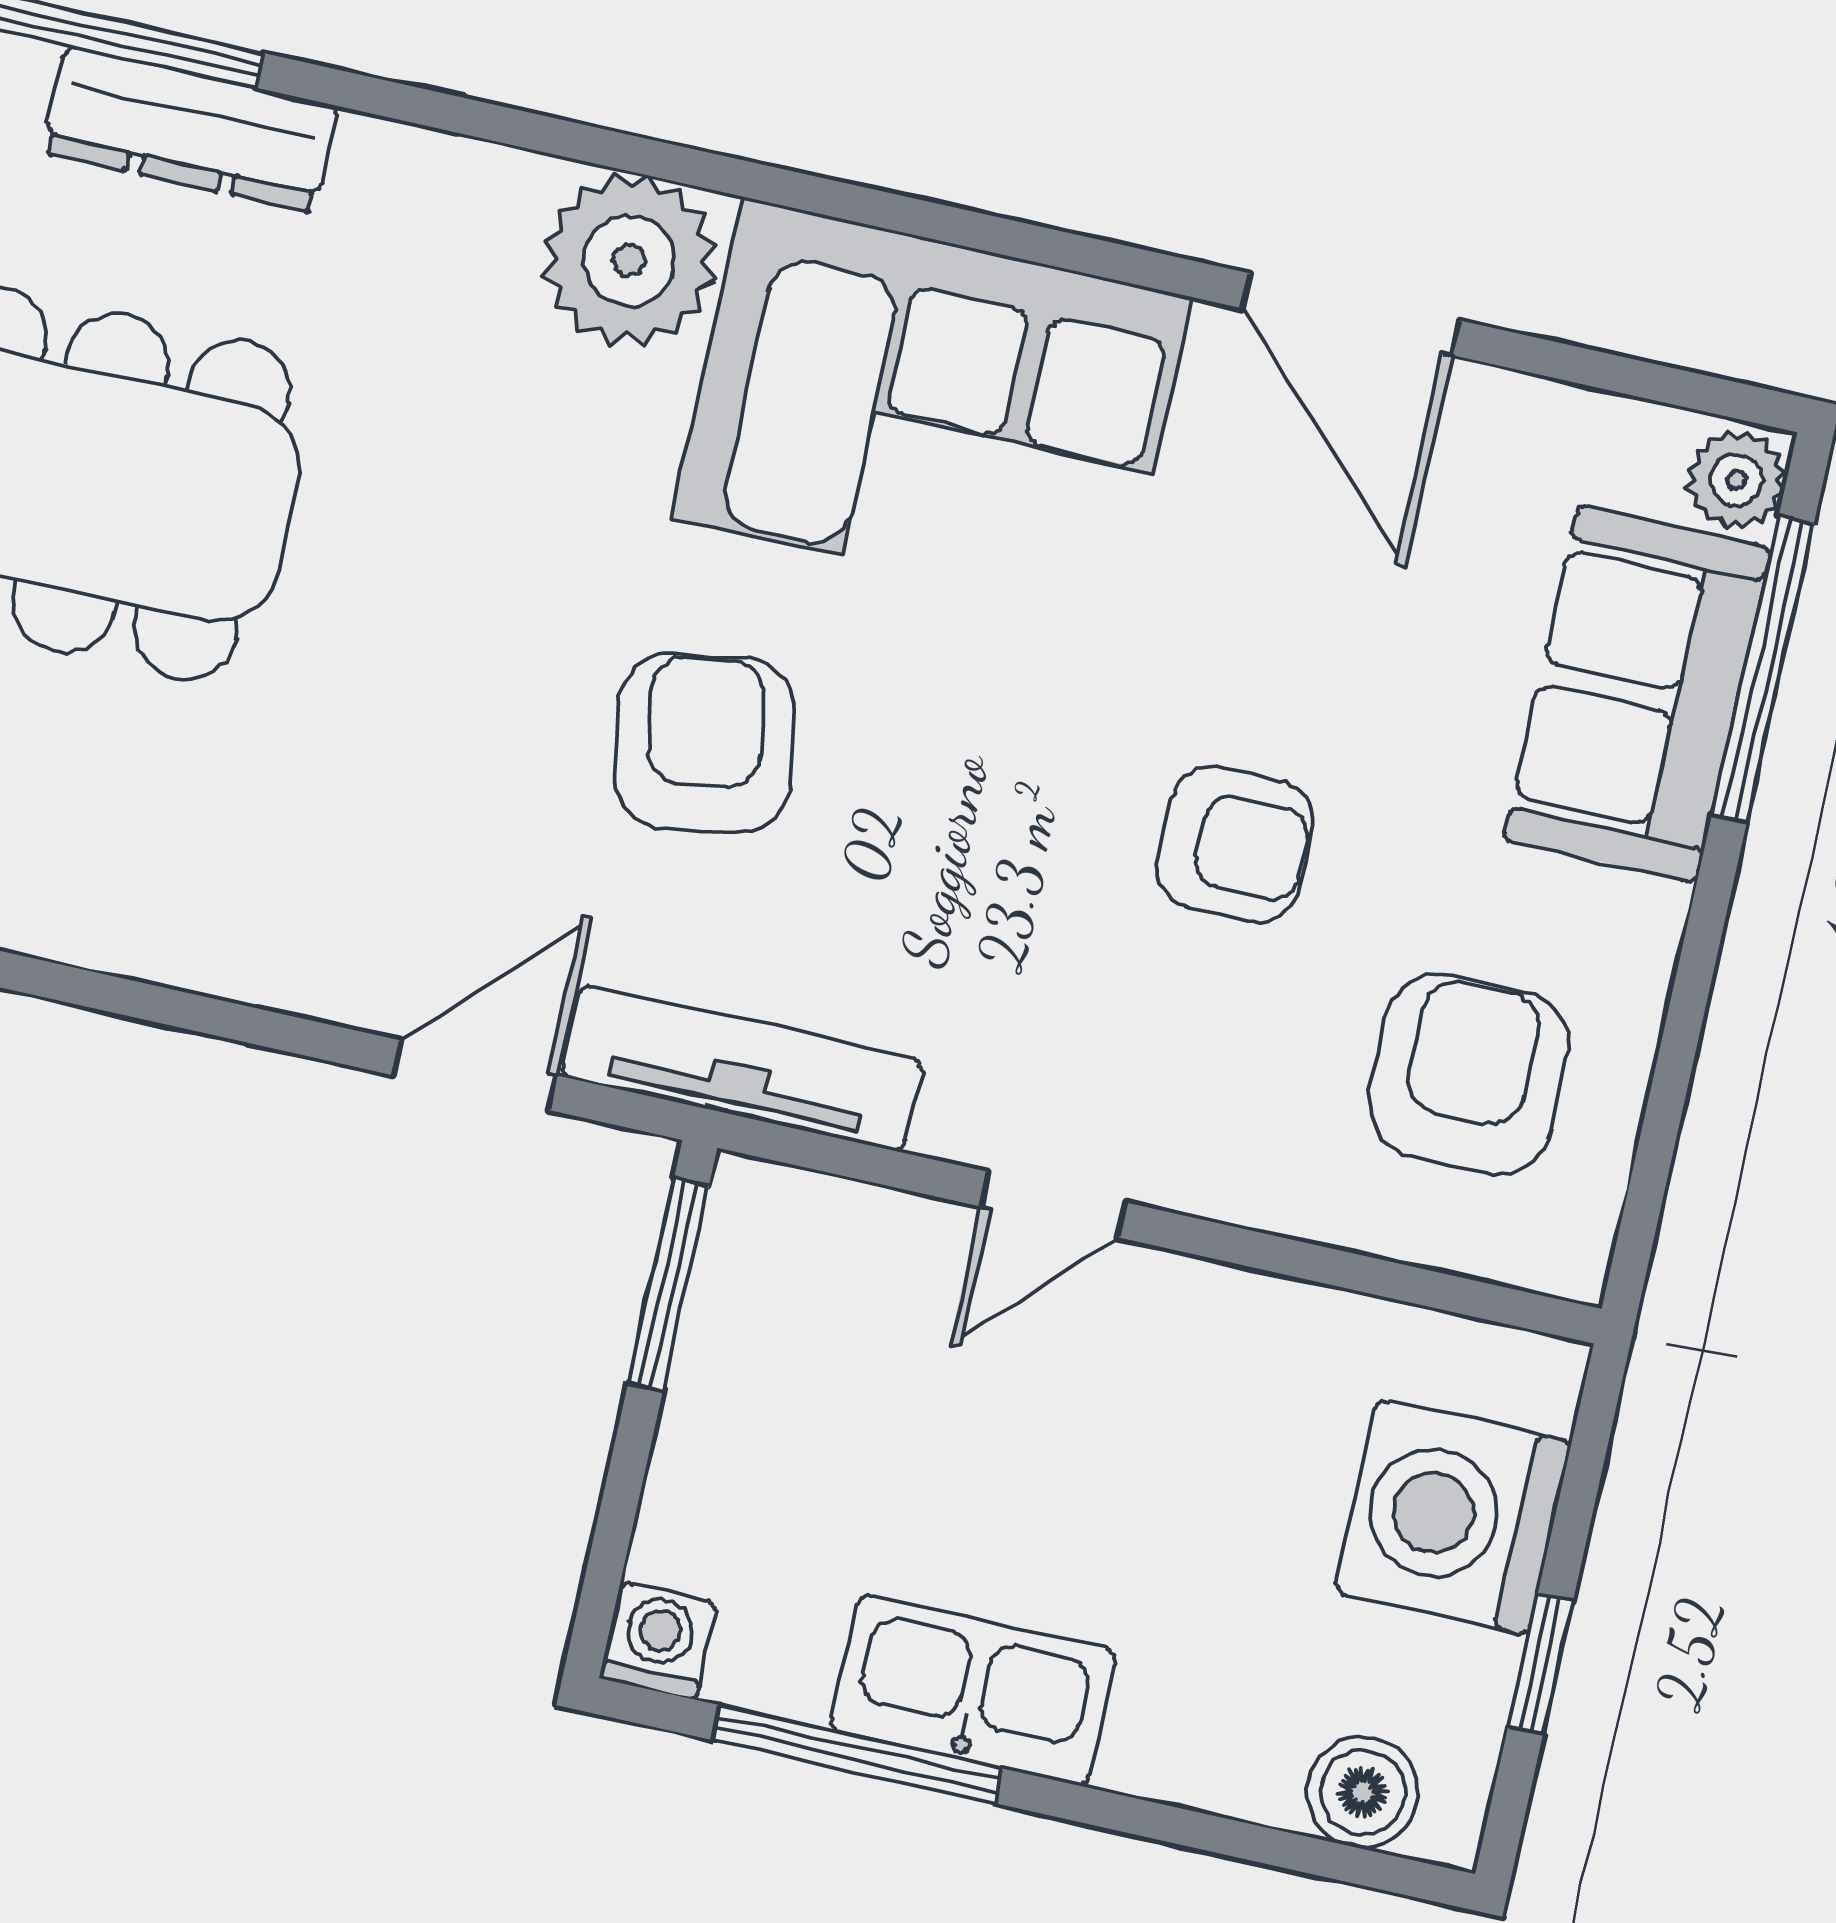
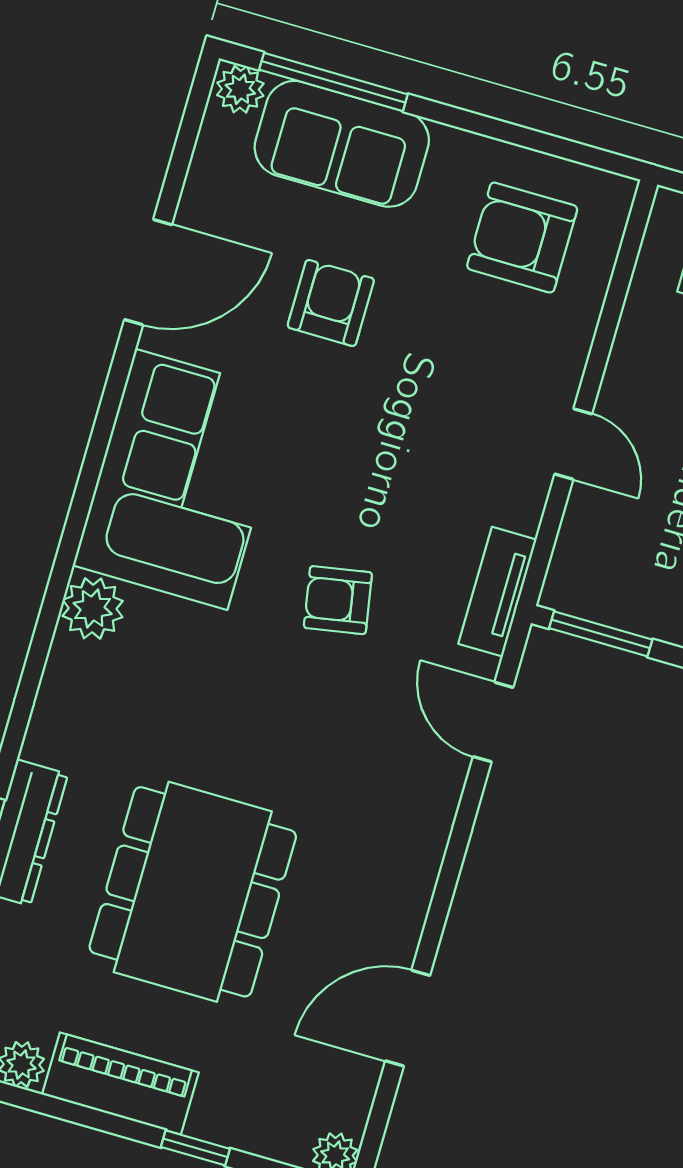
plant: (629, 260) -> (93, 608), width x0.73, depth x0.73
armchair: (705, 743) -> (338, 600), width x0.72, depth x0.72
armchair: (1235, 844) -> (331, 303), moved
tv unit: (742, 1068) -> (497, 592), width x0.71

